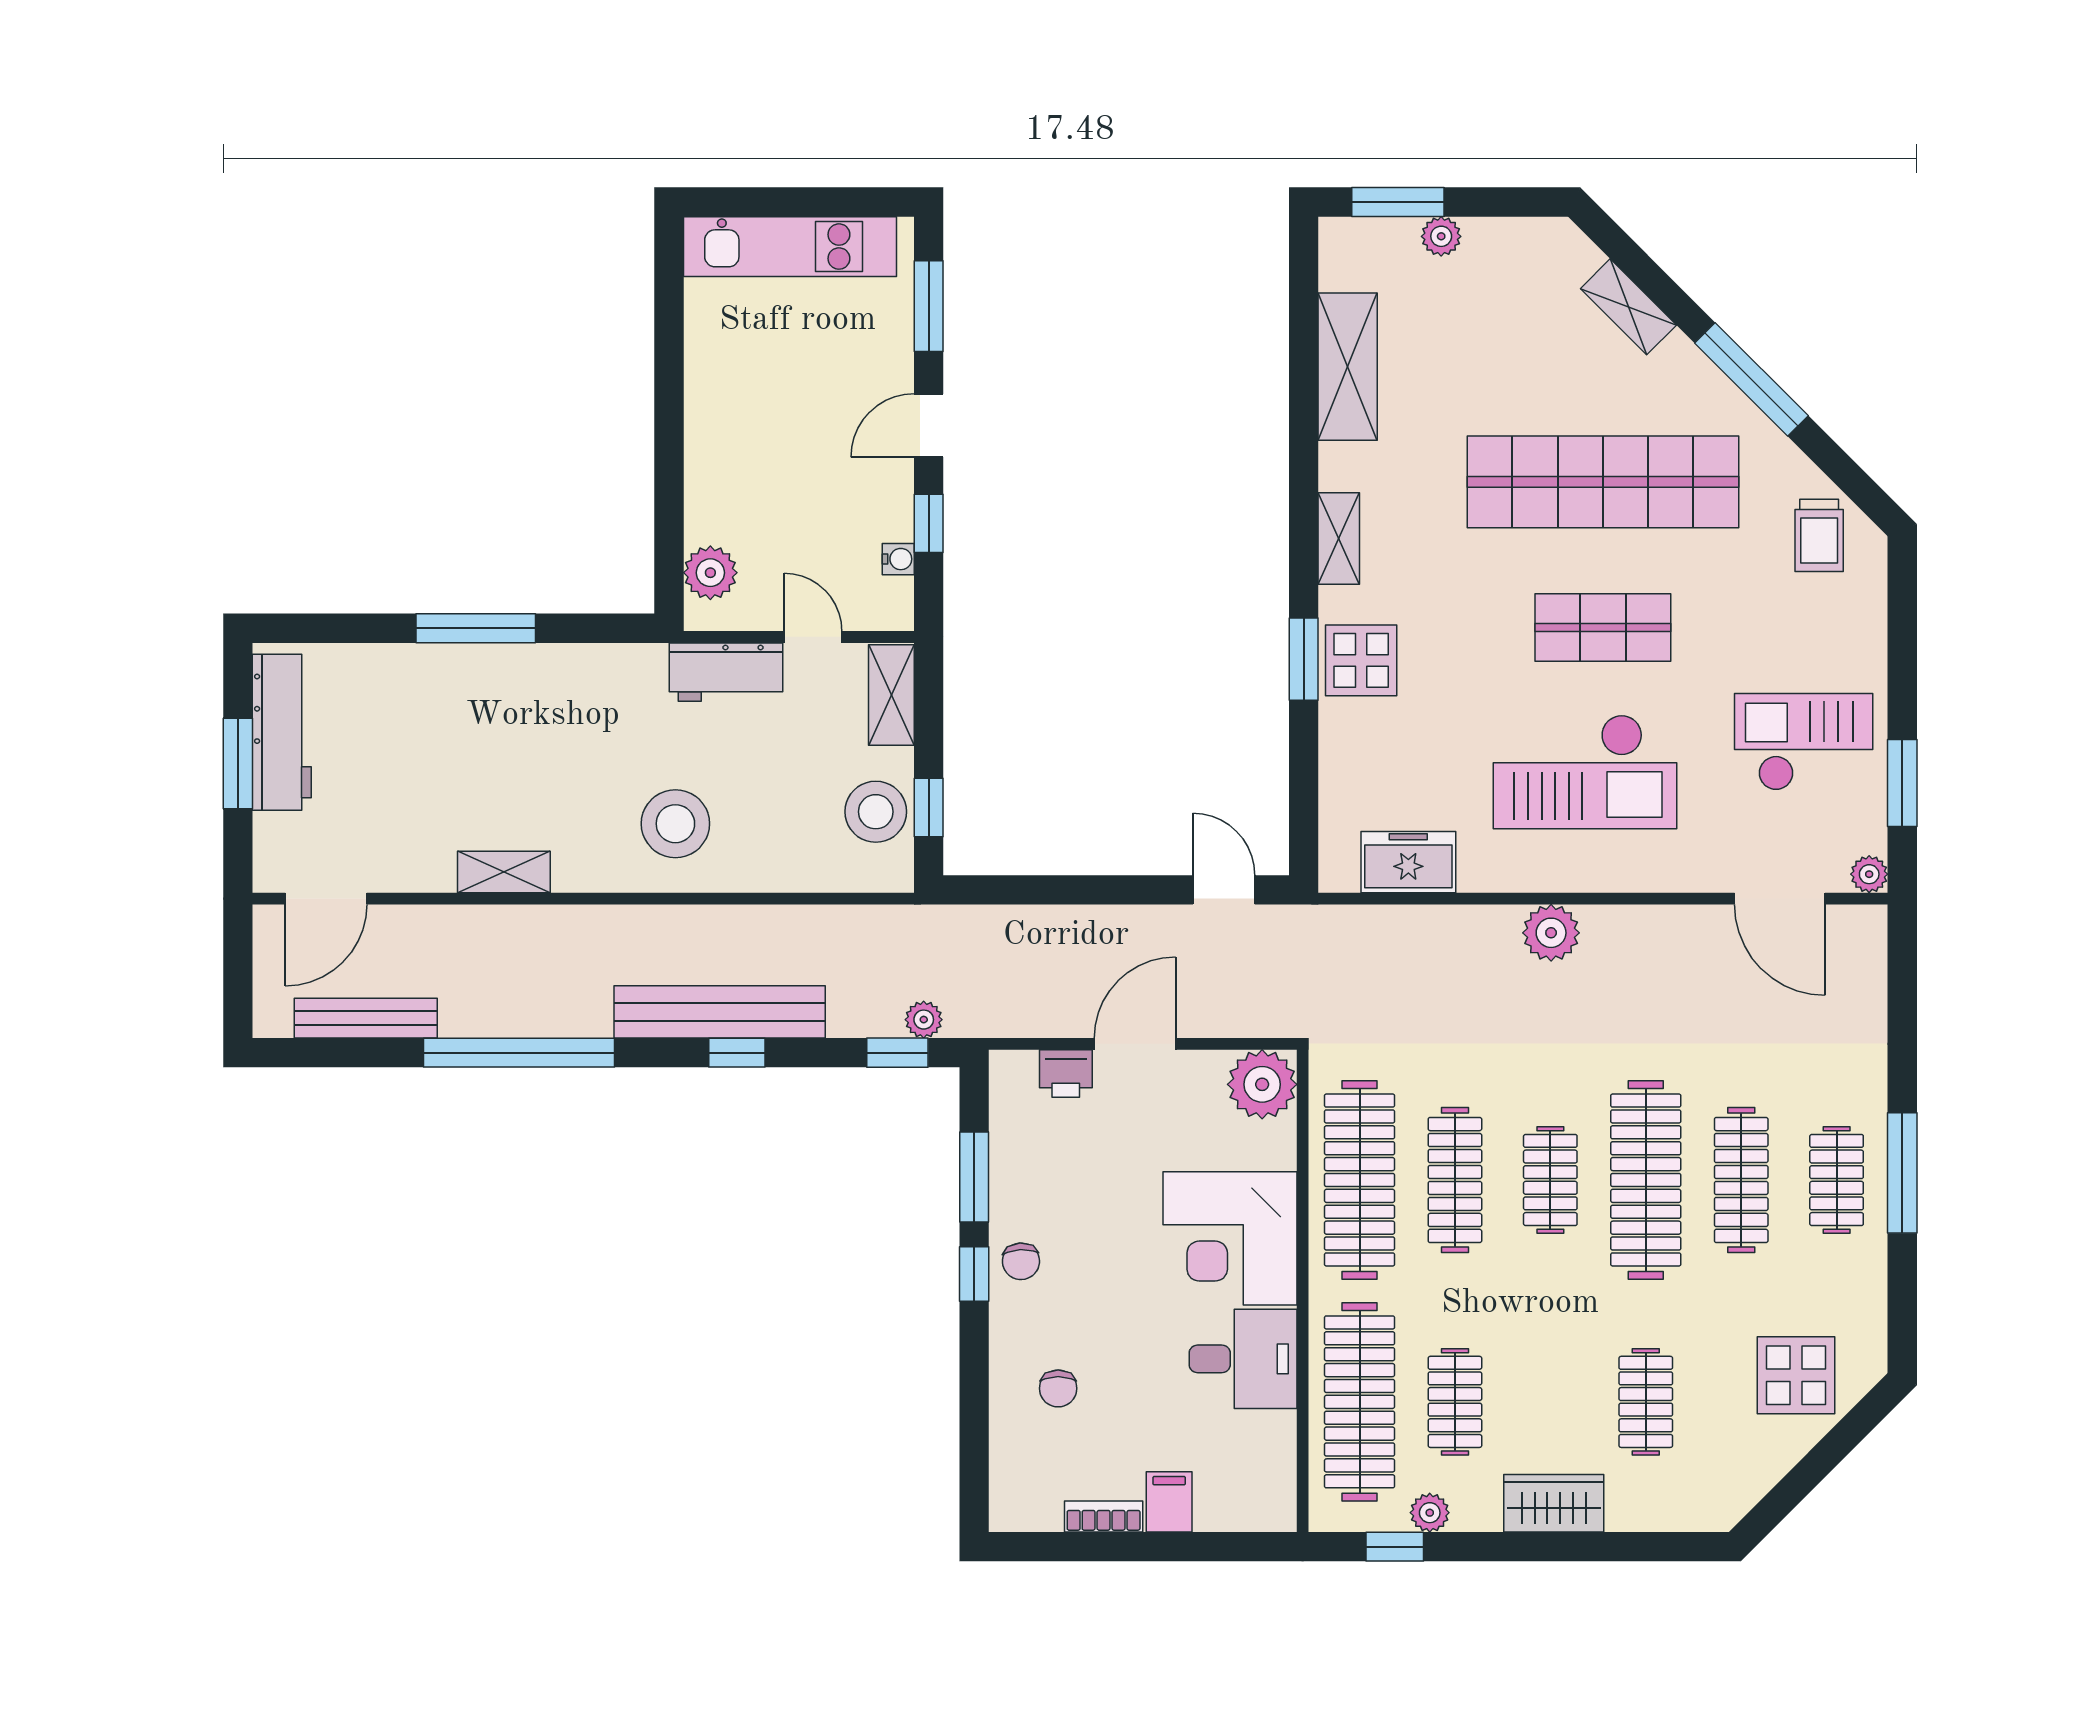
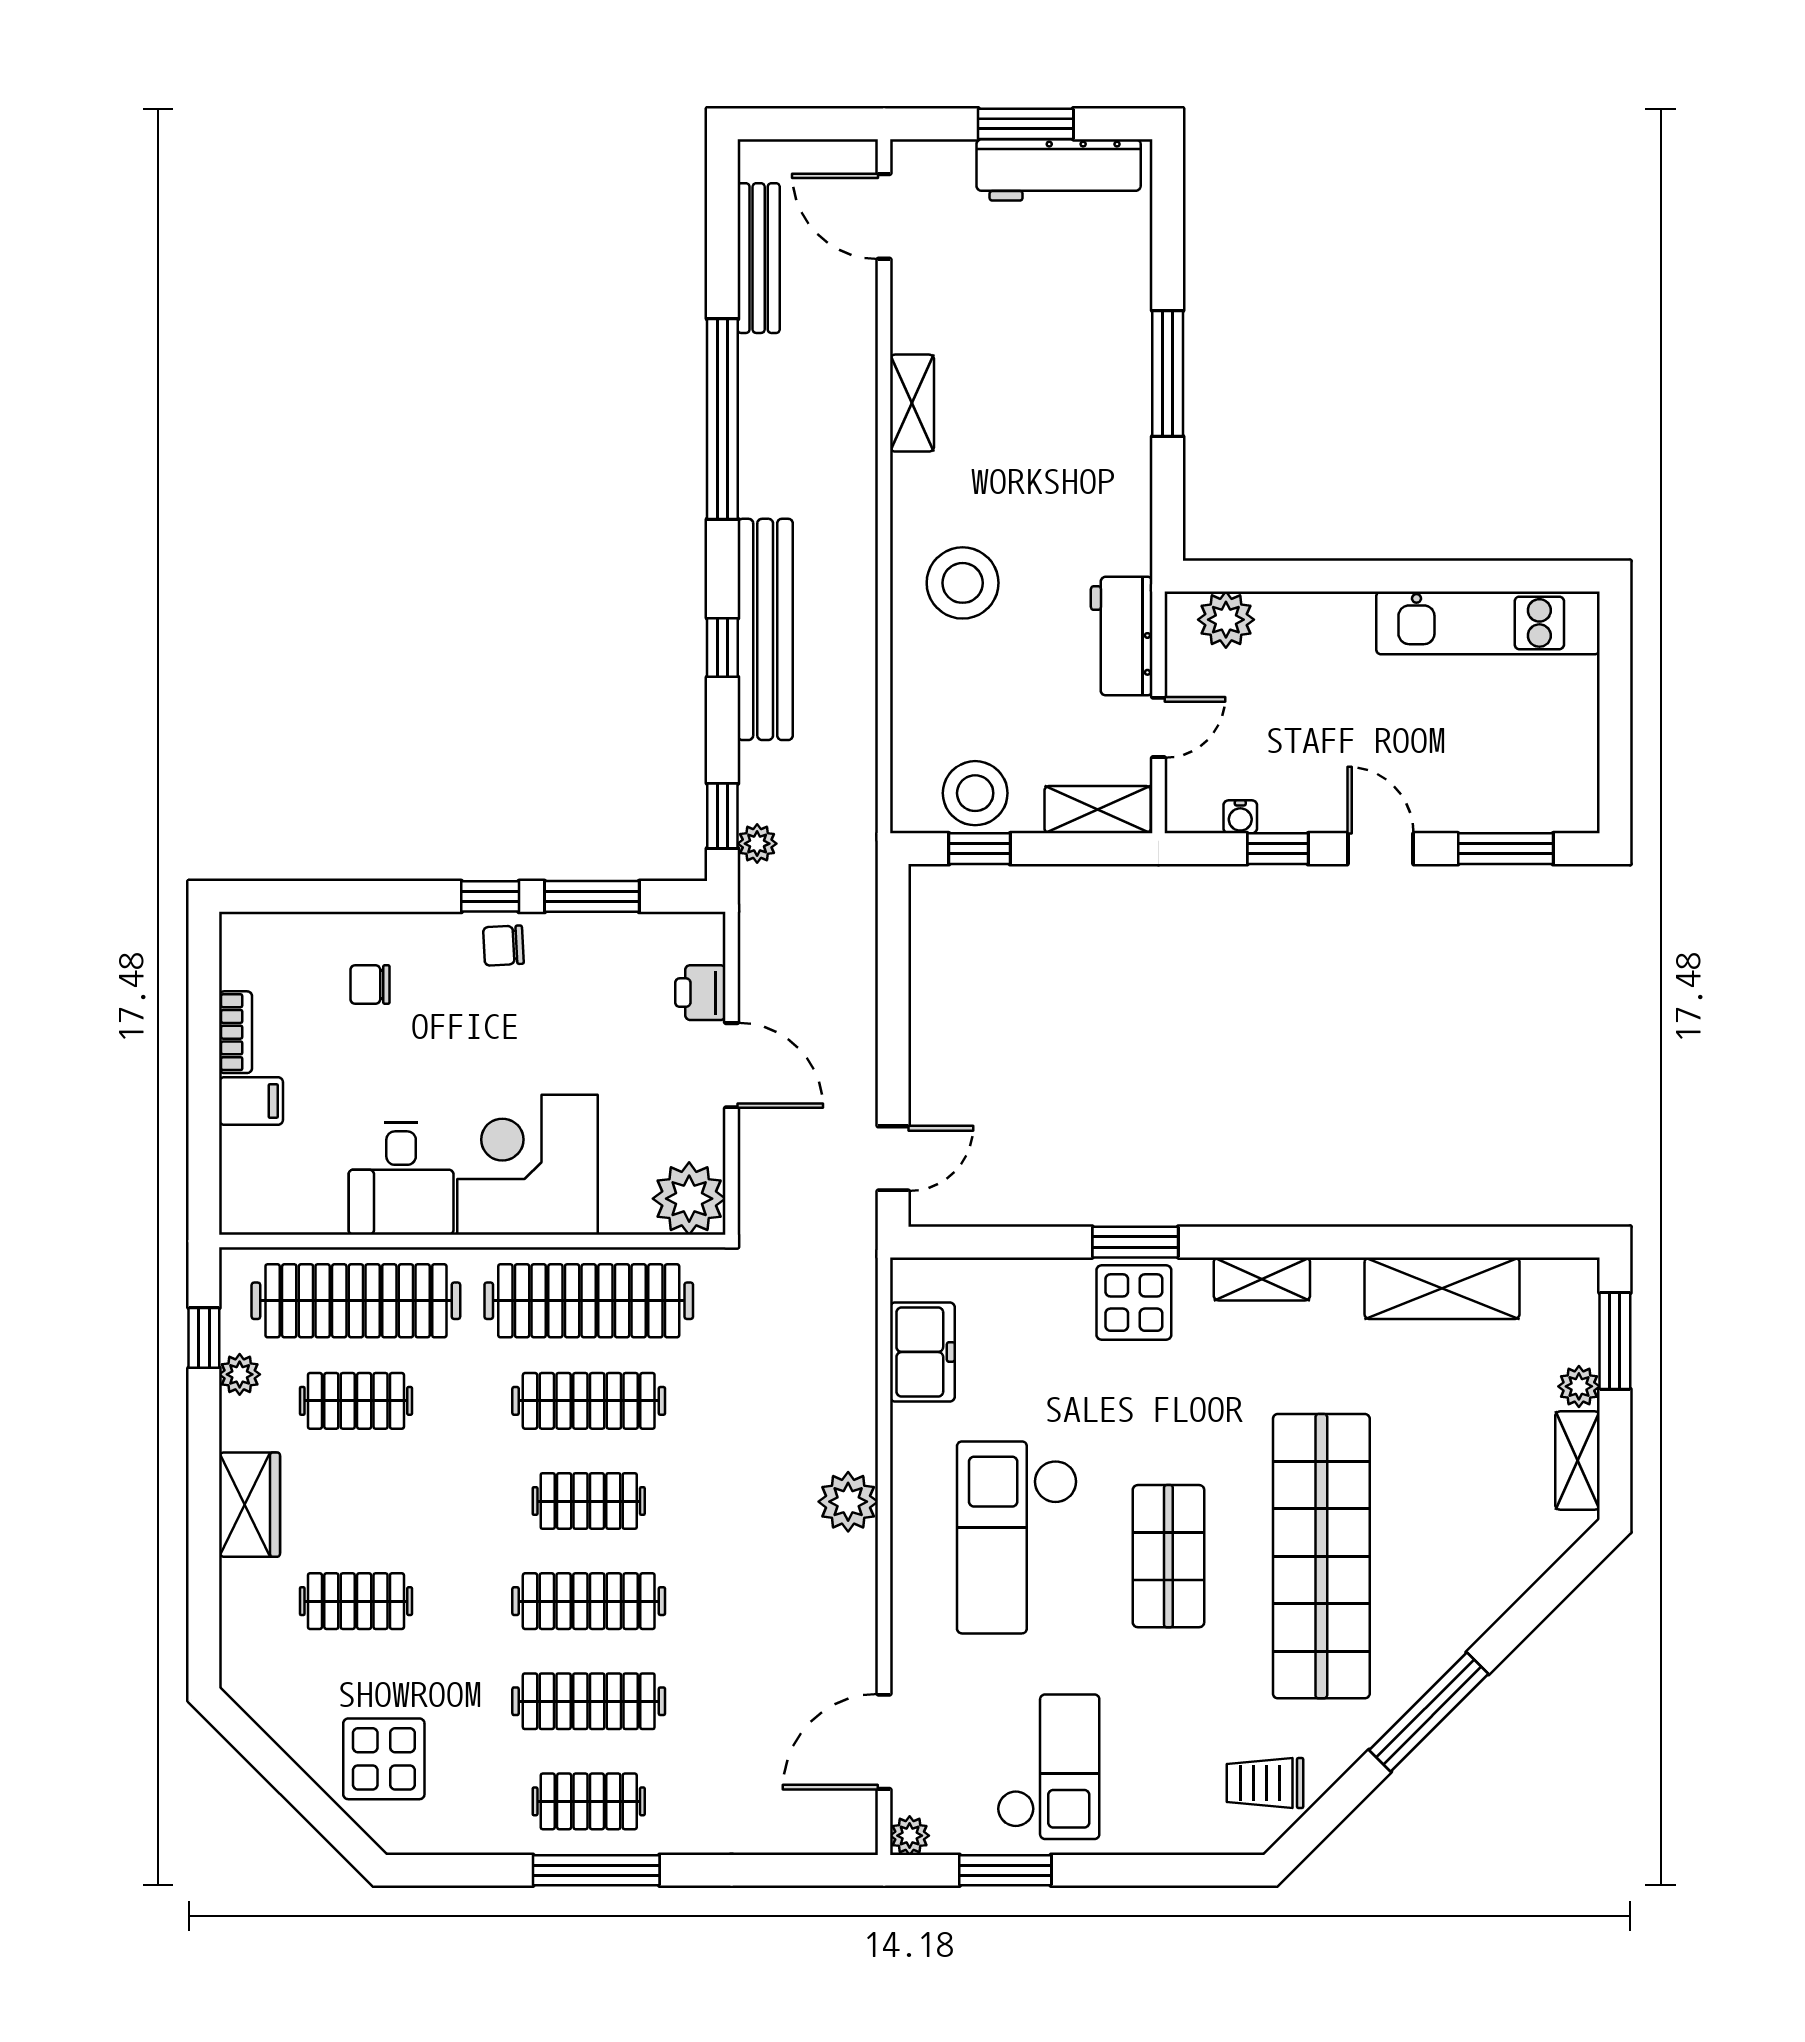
kitchen unit: (790, 247) -> (1488, 623), moved, turned -90
shelving: (1628, 307) -> (1577, 1461), moved, turned -45
clothes rail: (1646, 1180) -> (589, 1601), width x0.73, depth x0.76

